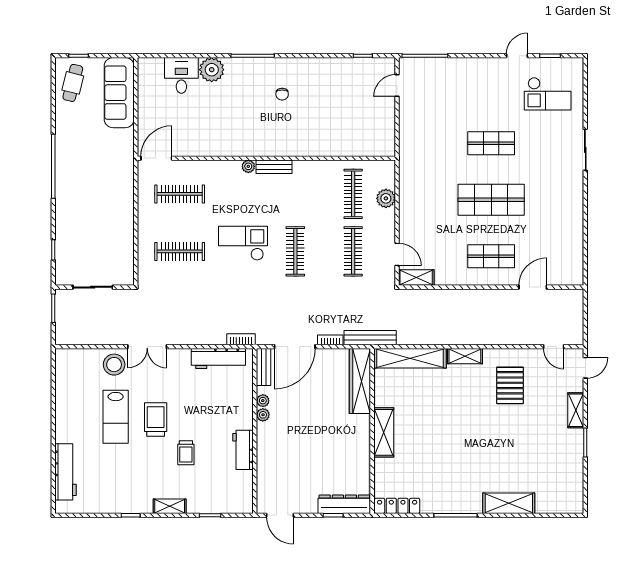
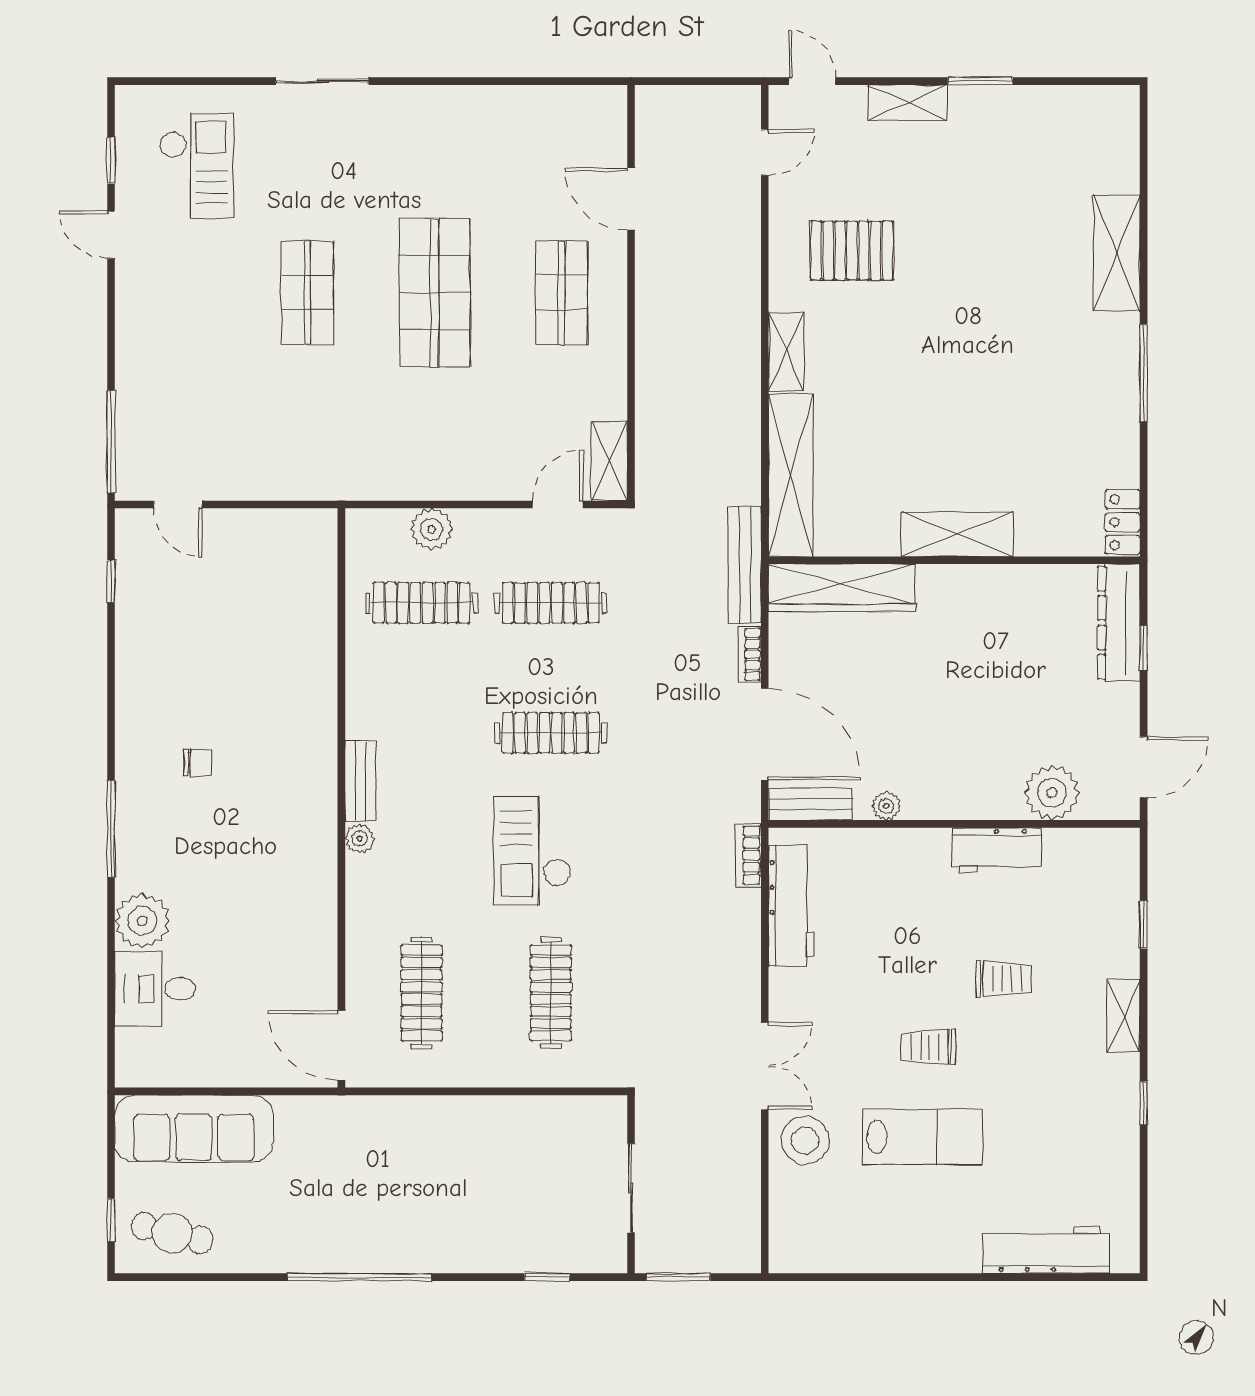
plant: (263, 415) -> (1052, 793), moved, width x1.87, depth x1.87
trolley: (156, 419) -> (928, 1047), width x0.73, depth x0.72
locker: (397, 506) -> (1123, 522), width x0.66

